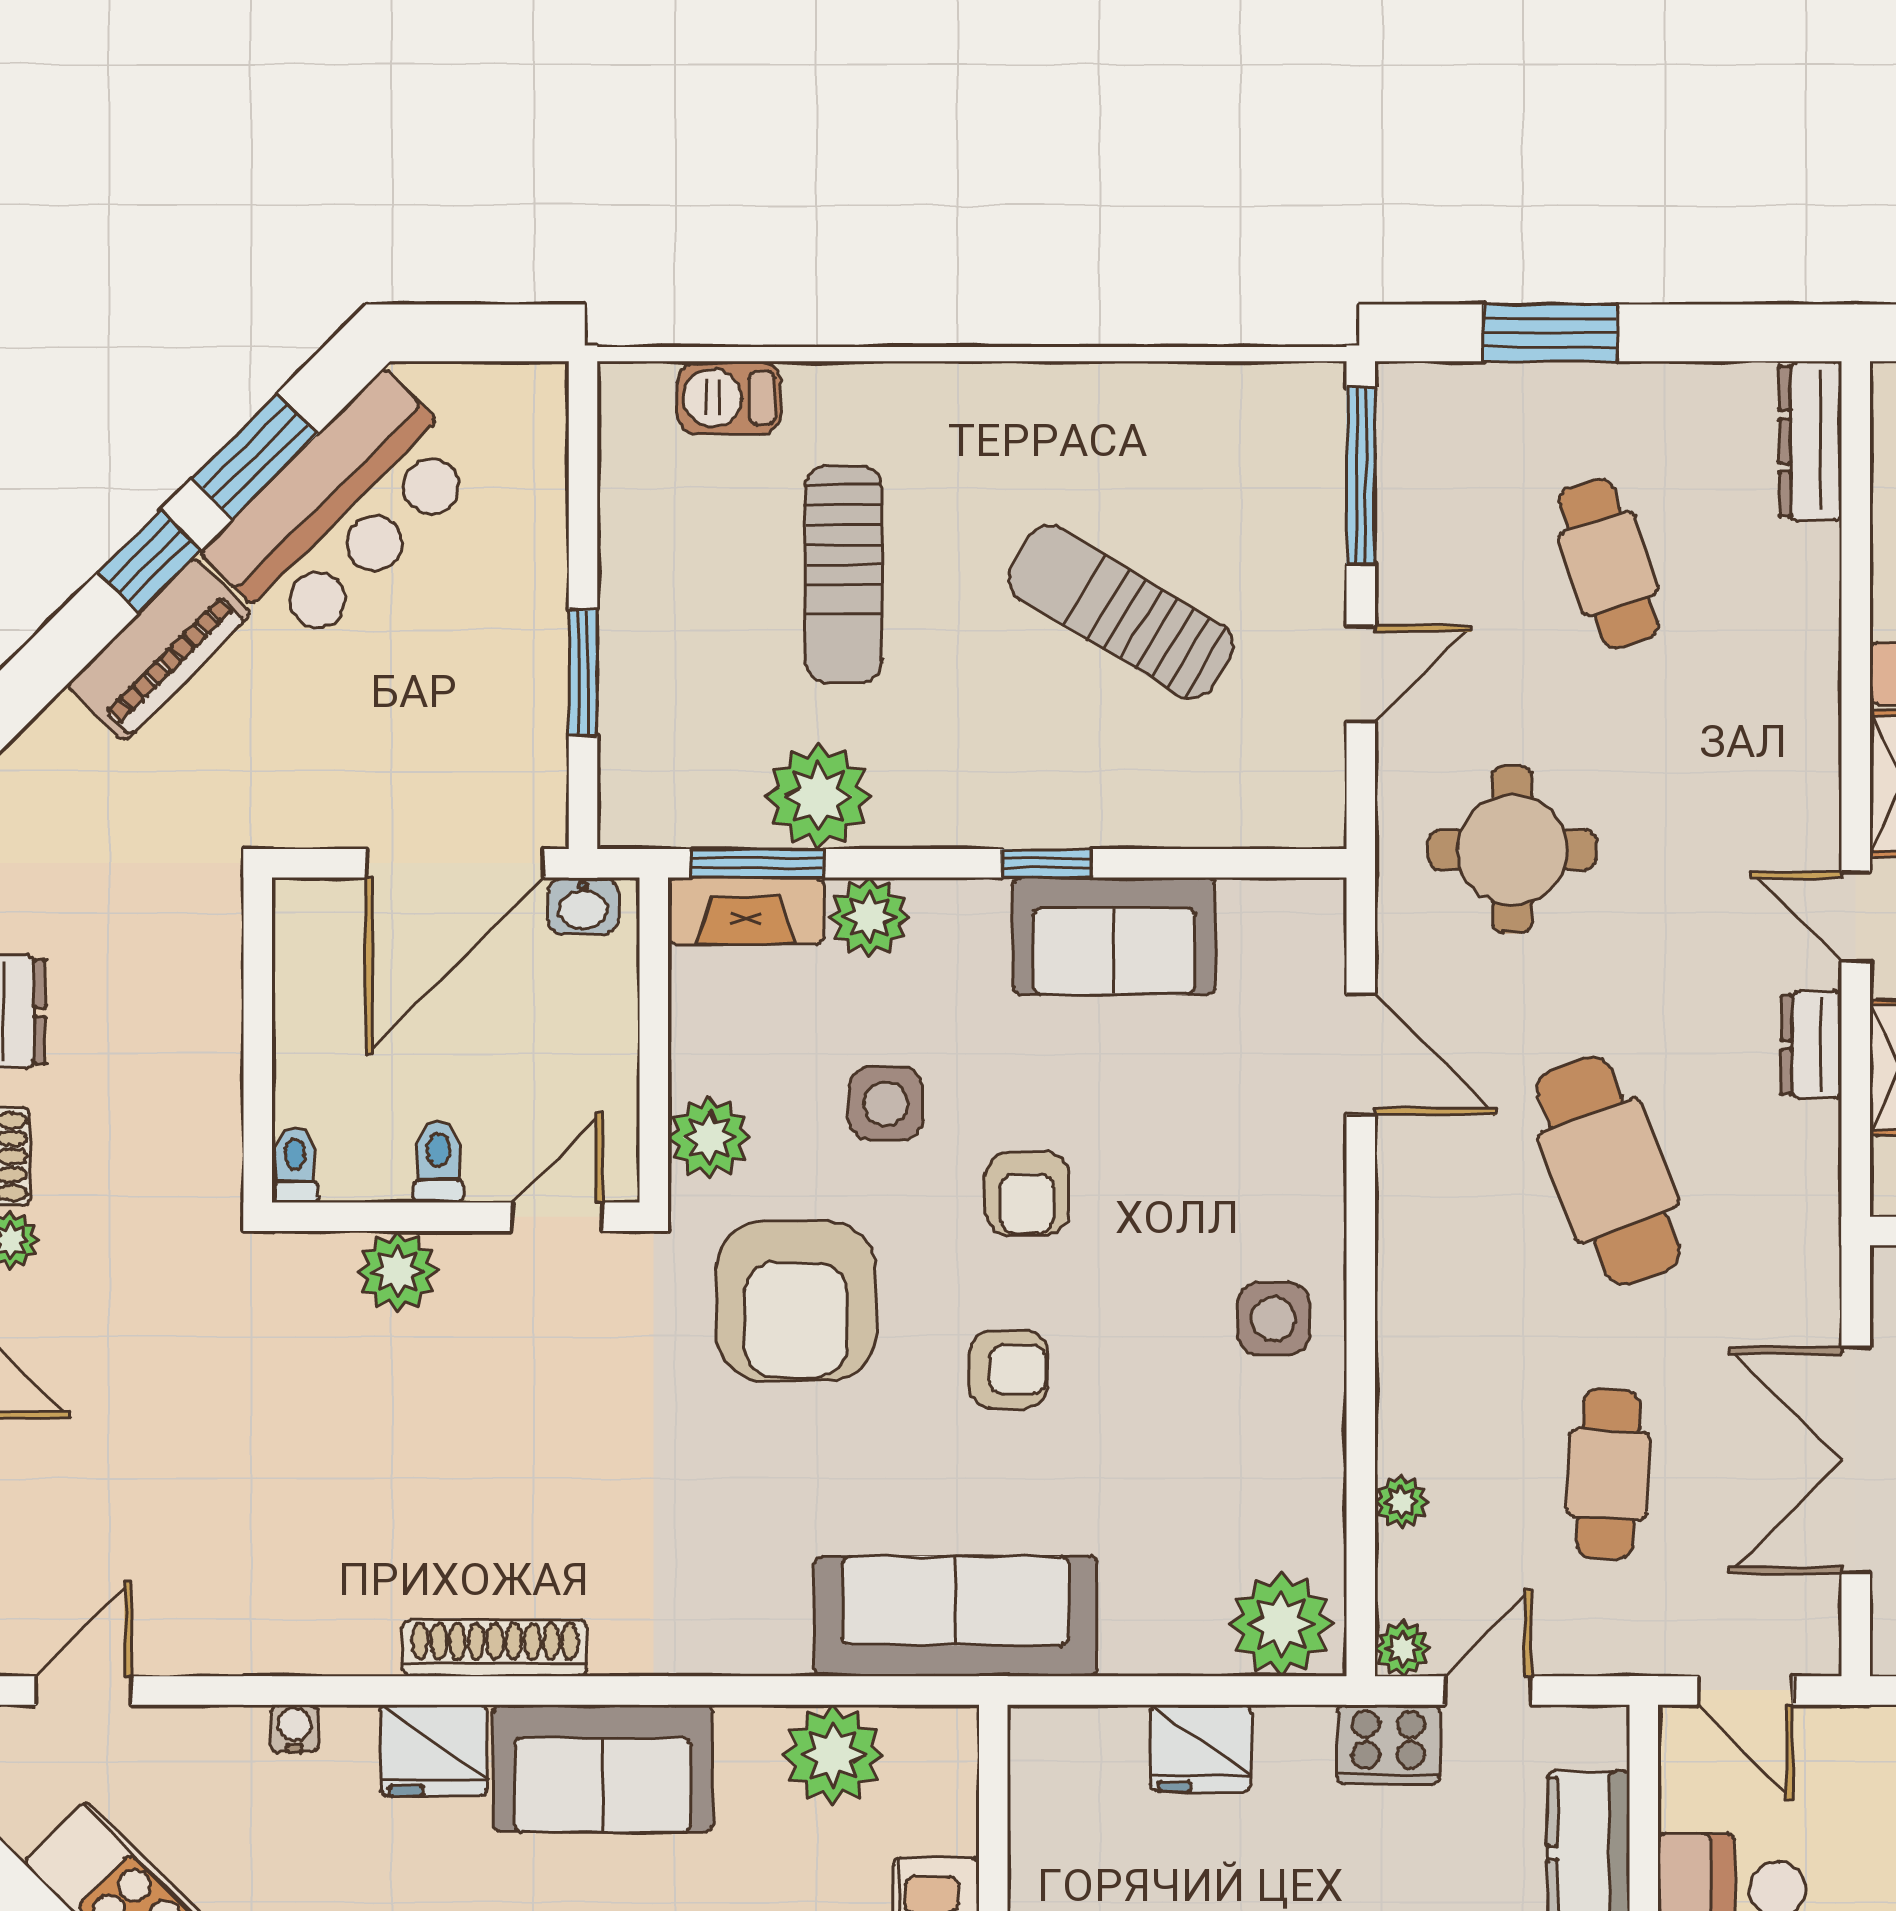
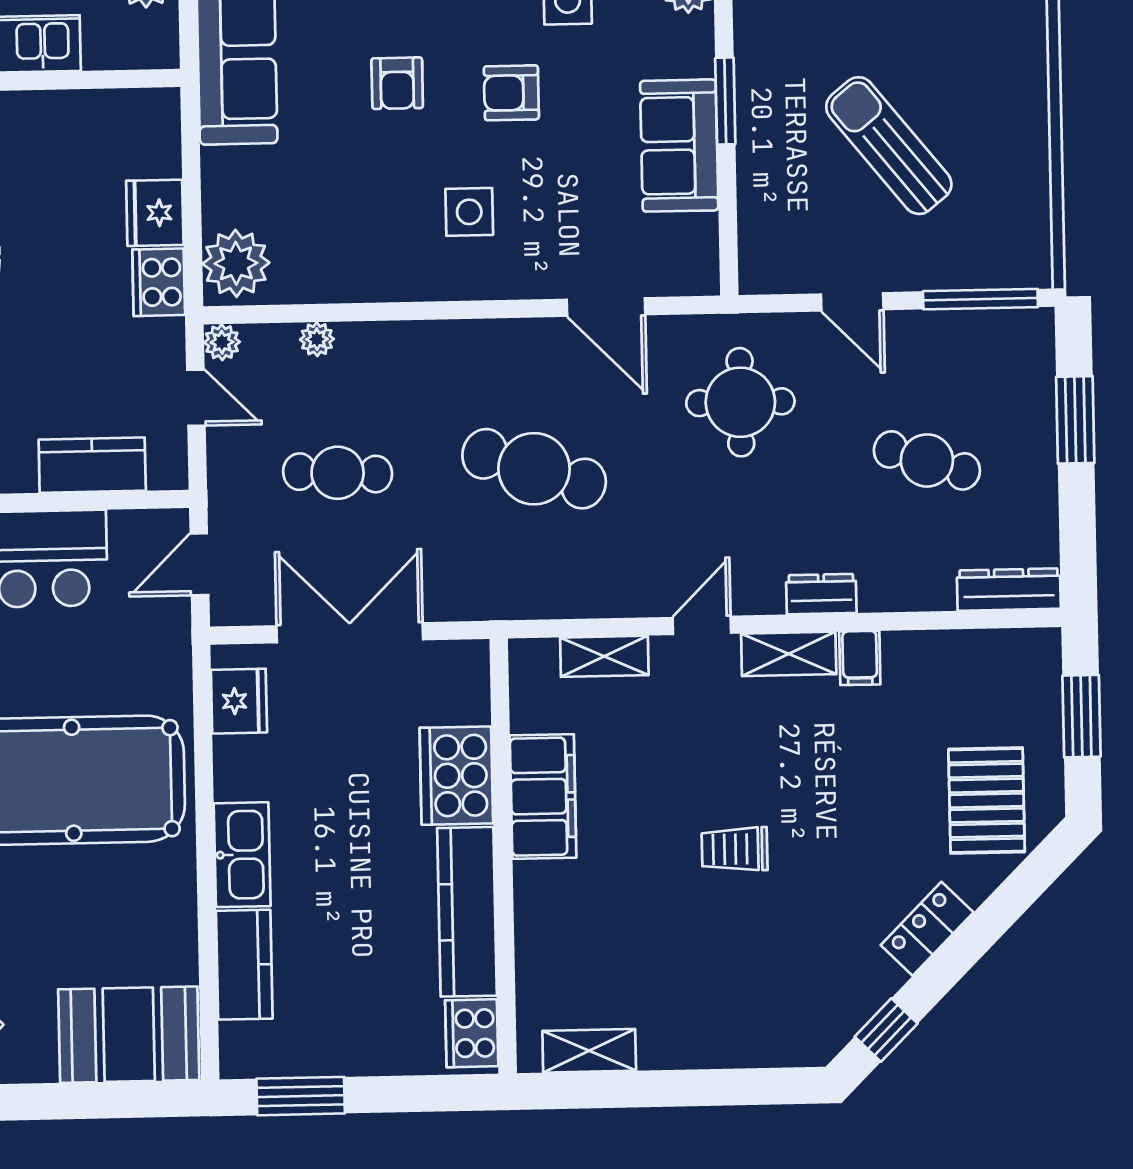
cafe table: (1608, 563) -> (927, 460), turned 36
sun lounger: (1121, 612) -> (889, 146), turned -70
window: (1047, 863) -> (725, 101), width x1.50
dresser: (1811, 1045) -> (821, 594), moved
door: (1361, 1054) -> (606, 307), hinge flipped
cafe table: (1608, 1171) -> (534, 469), turned 39
side table: (1274, 1319) -> (469, 212), moved
cooker: (1388, 1744) -> (159, 282), moved

